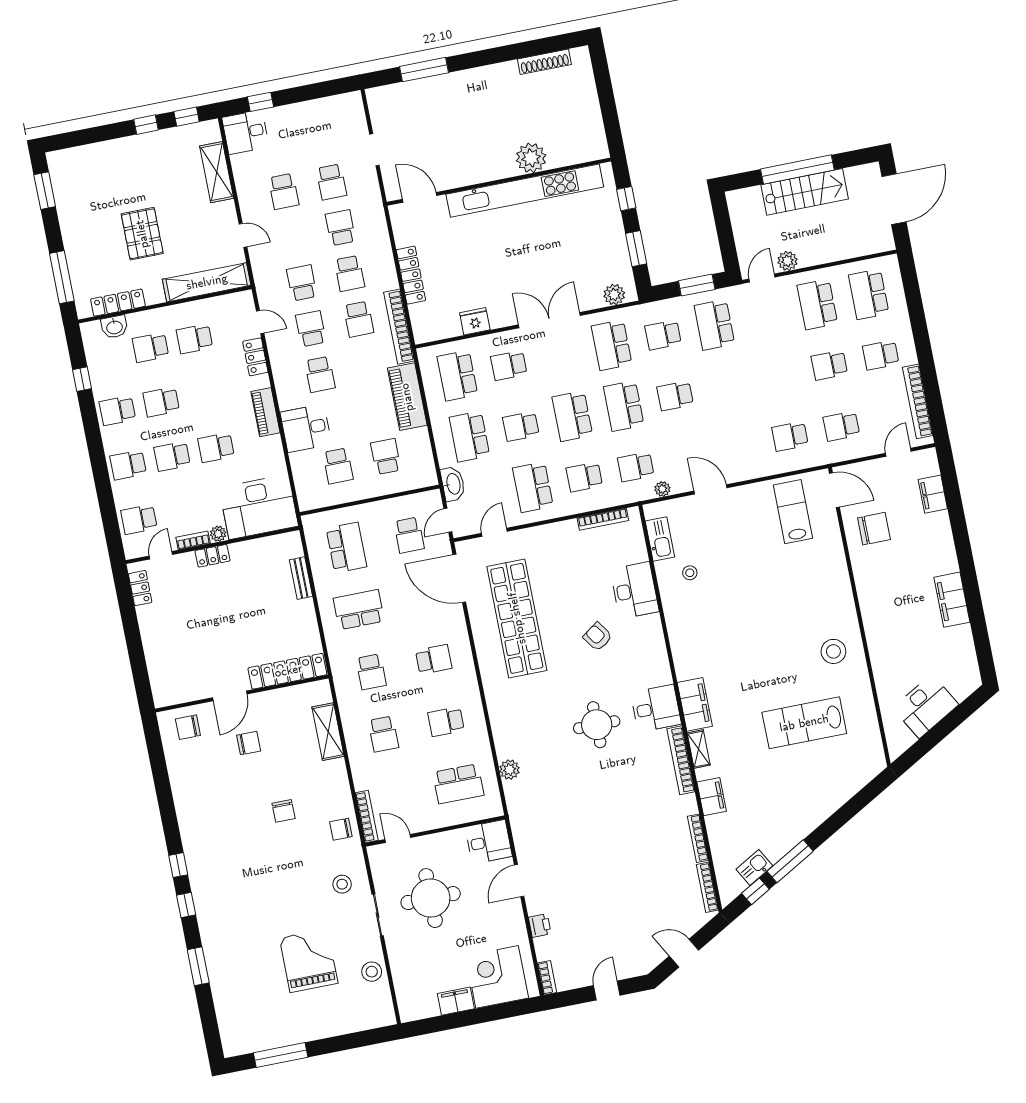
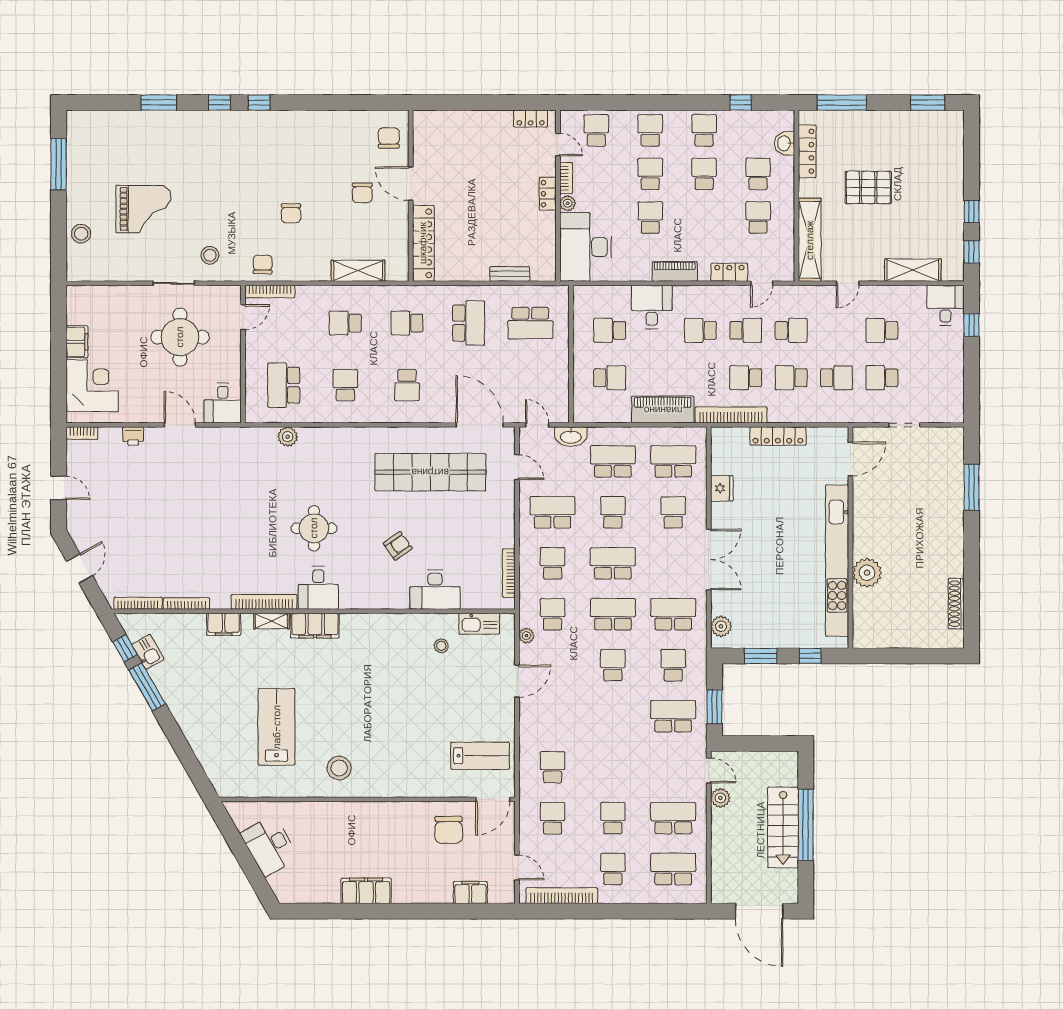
school desk: (409, 535) -> (530, 385), removed
door: (459, 578) -> (480, 425), hinge flipped
chair: (284, 811) -> (291, 213), turned -90
stool: (372, 972) -> (81, 234), moved

